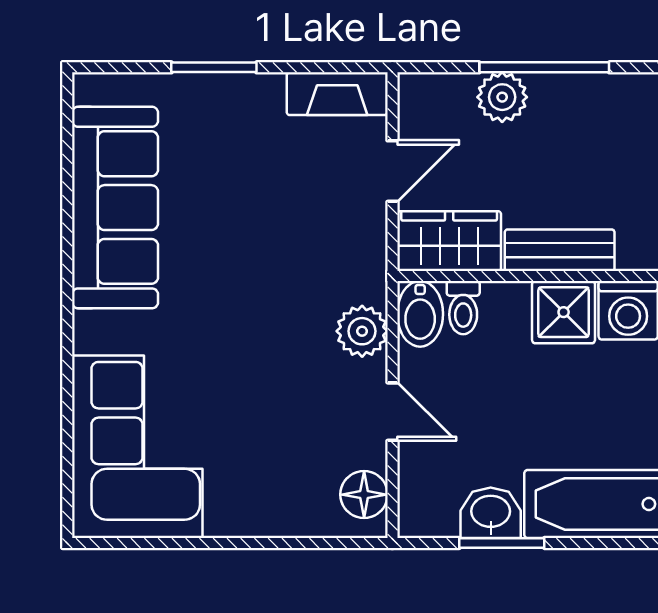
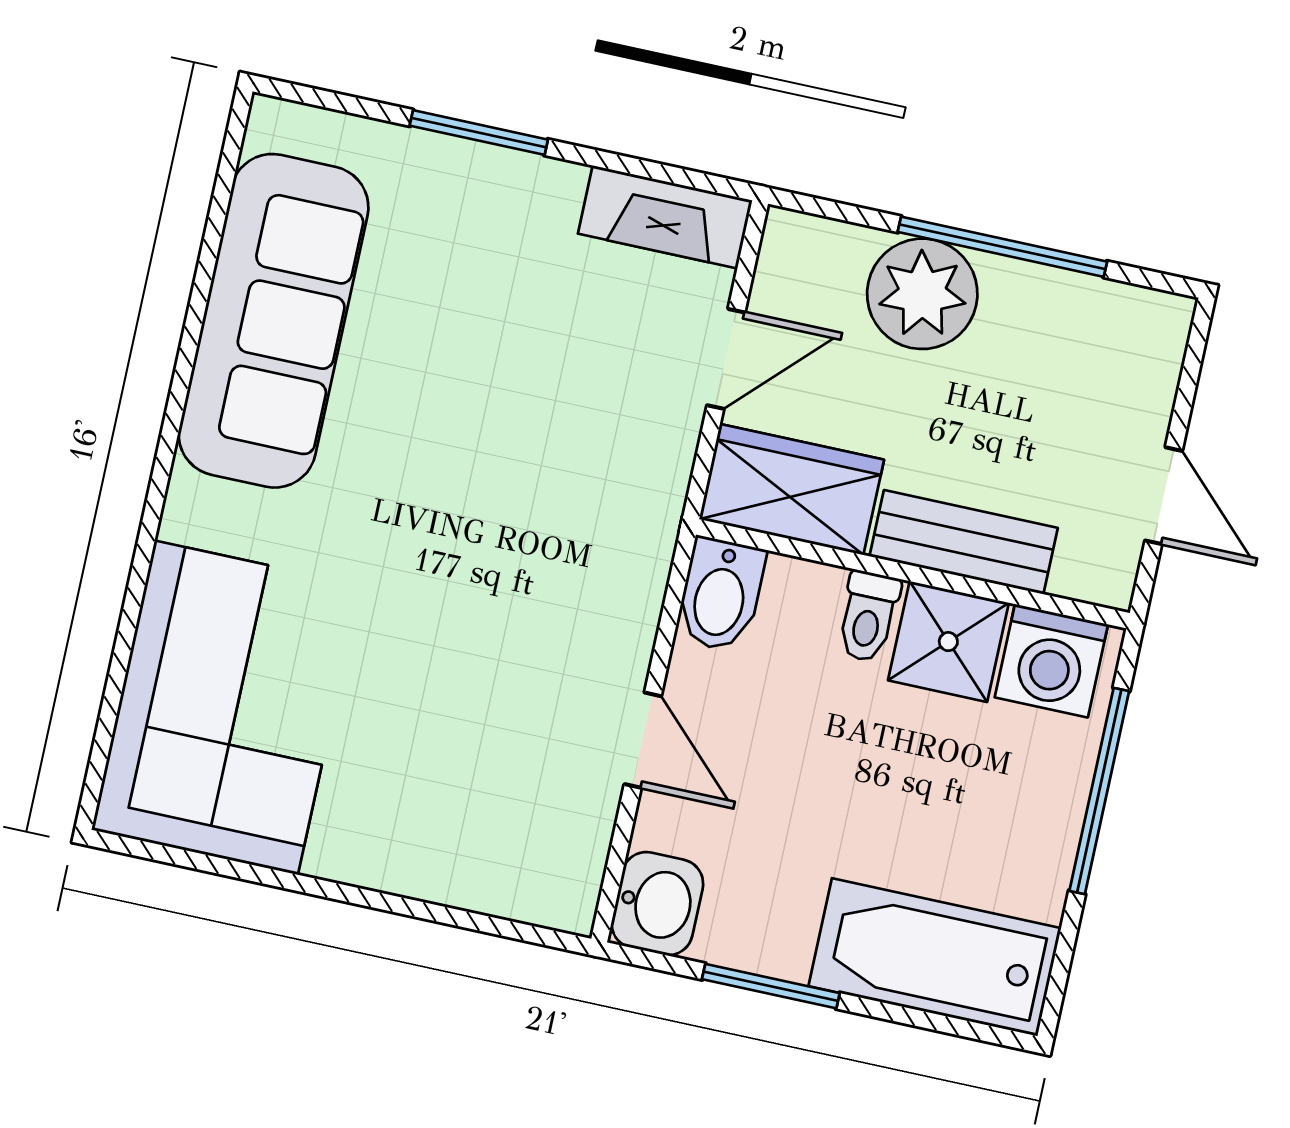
plant: (502, 97) -> (922, 294), width x1.36, depth x1.36
toilet: (463, 308) -> (868, 616), moved
plant: (362, 331) -> (622, 602), removed
floor lamp: (364, 495) -> (569, 862), removed
washbasin: (491, 513) -> (657, 904), moved, turned 90

